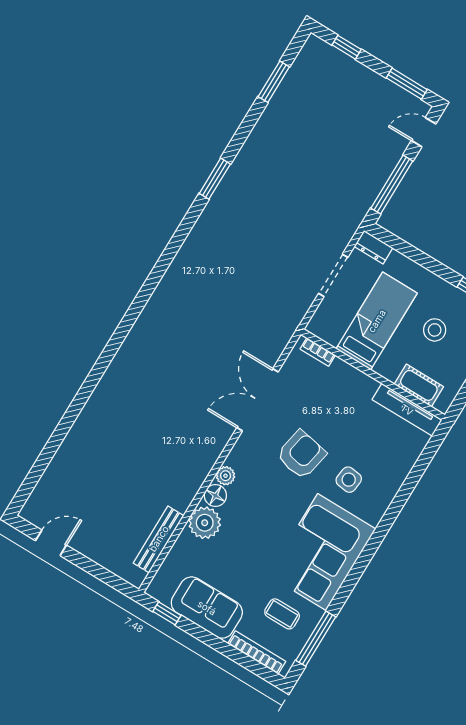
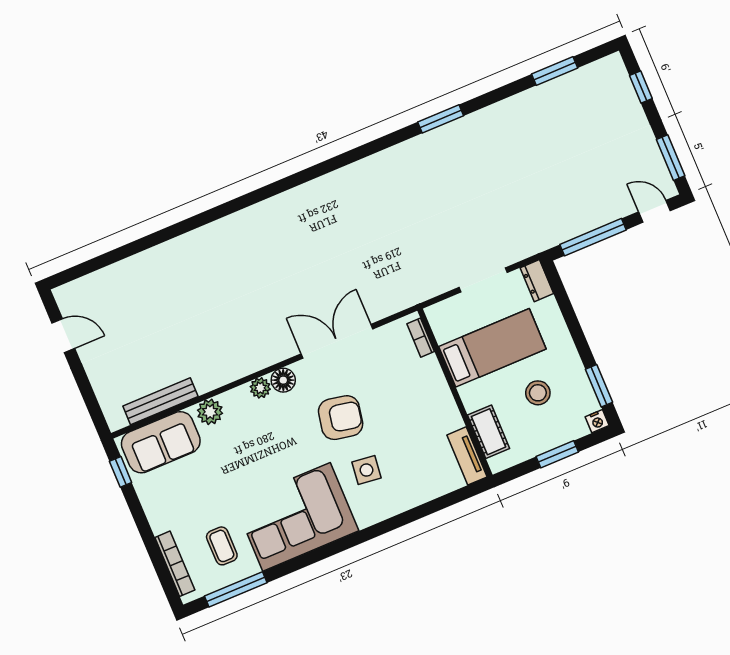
tv unit: (407, 410) -> (467, 456), width x0.71
floor lamp: (215, 496) -> (283, 380), moved
plant: (205, 523) -> (210, 412), width x0.73, depth x0.73
sofa: (207, 608) -> (161, 442), moved, turned 90

